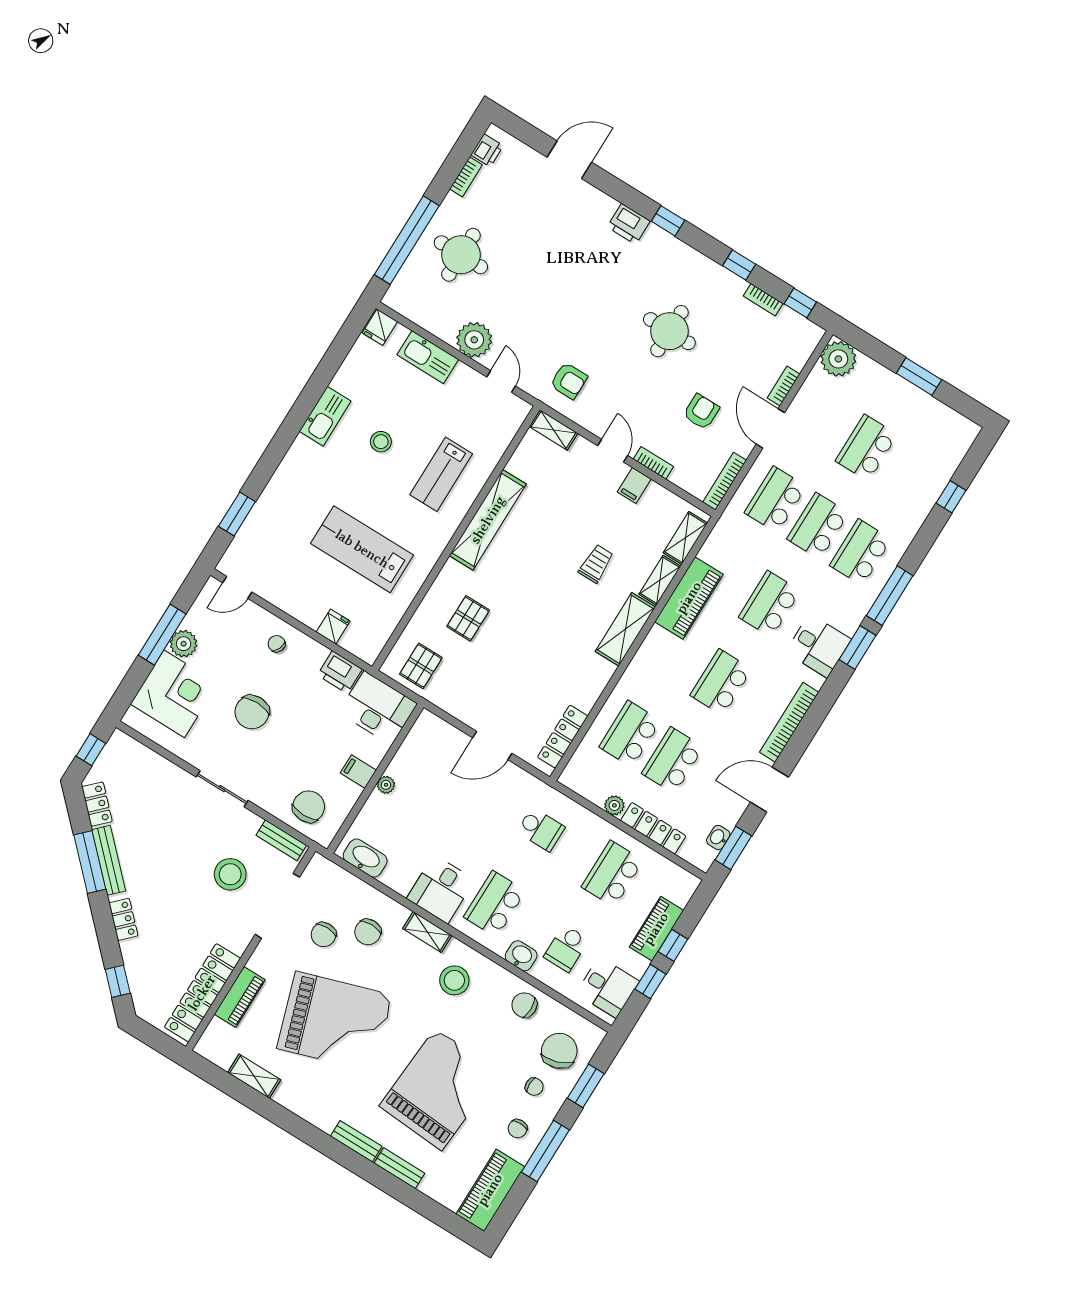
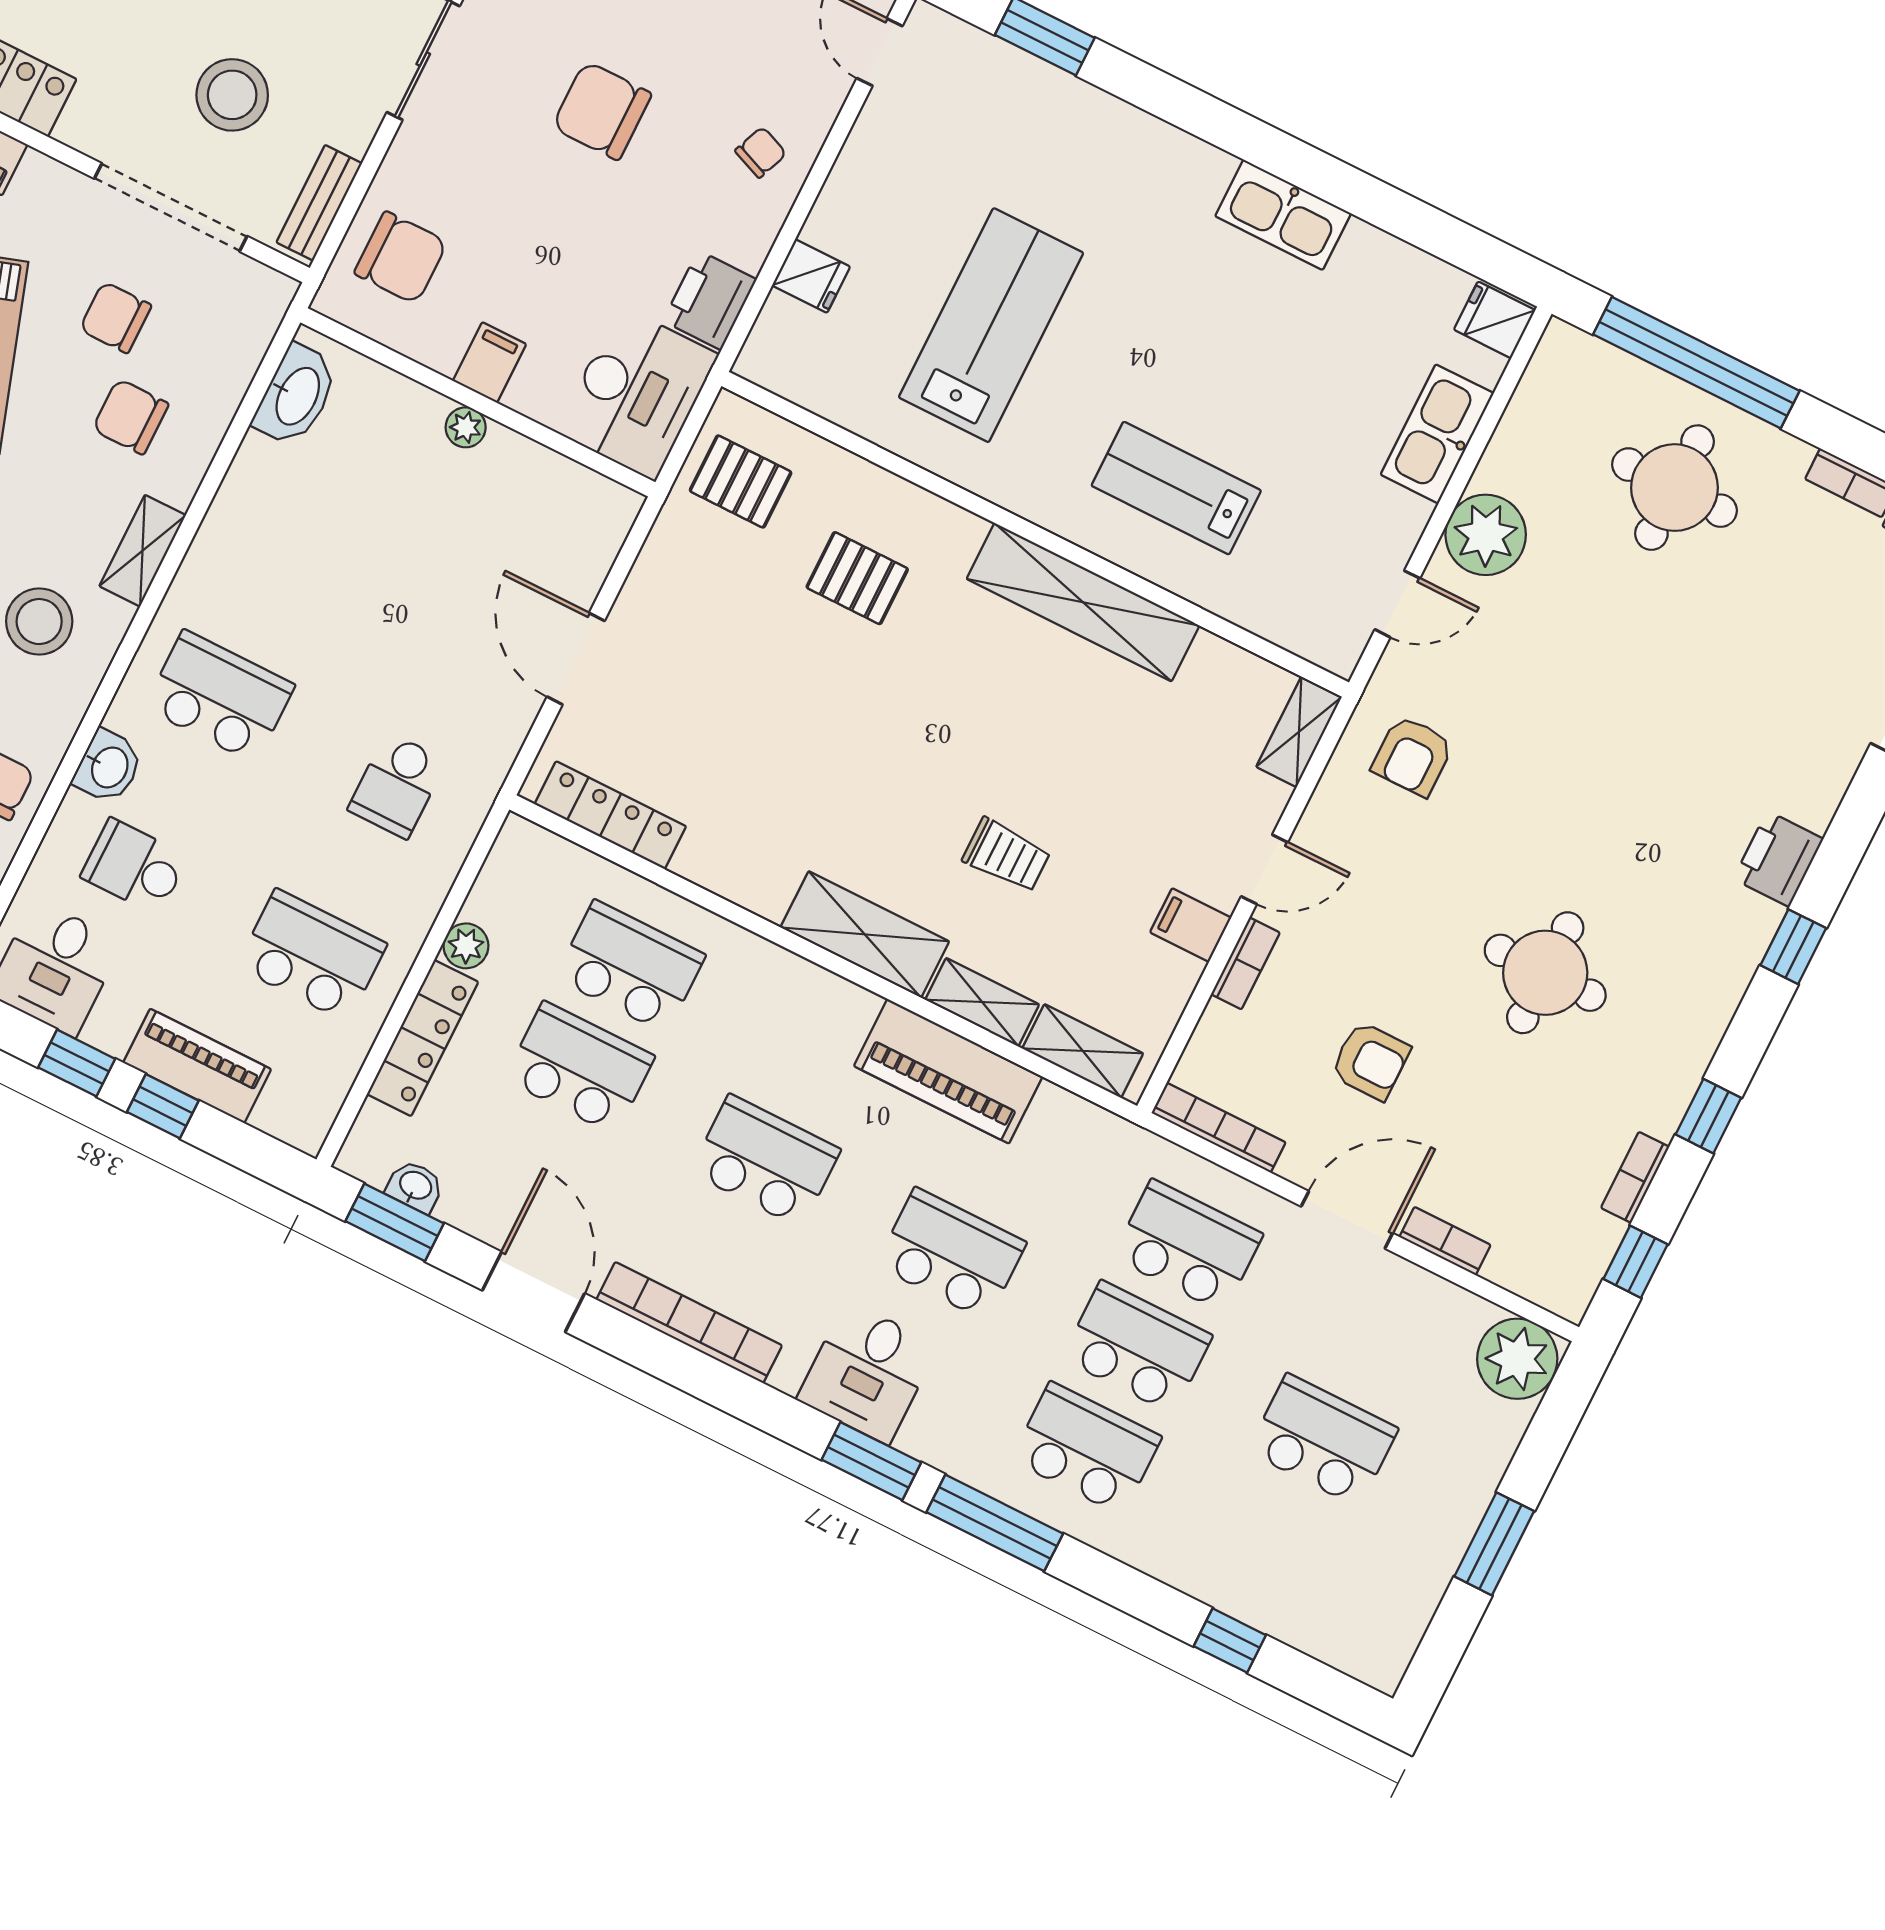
stool: (381, 442) -> (1237, 346), removed
desk: (441, 889) -> (242, 572), removed

